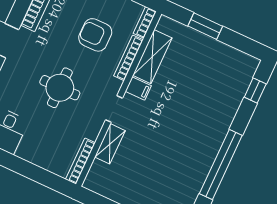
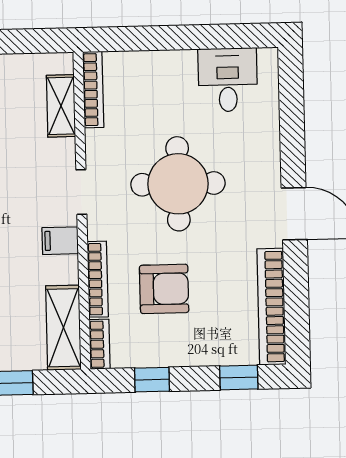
shelving: (152, 57) -> (63, 328), moved
round table: (60, 88) -> (178, 184), width x1.36, depth x1.36
shelving: (110, 144) -> (61, 106), moved

